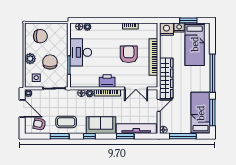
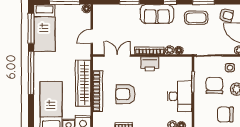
armchair: (129, 54) -> (126, 94), turned 90
chair: (50, 62) -> (214, 85), turned 180
wardrobe: (166, 78) -> (83, 83), moved
tv unit: (136, 129) -> (117, 10), removed

